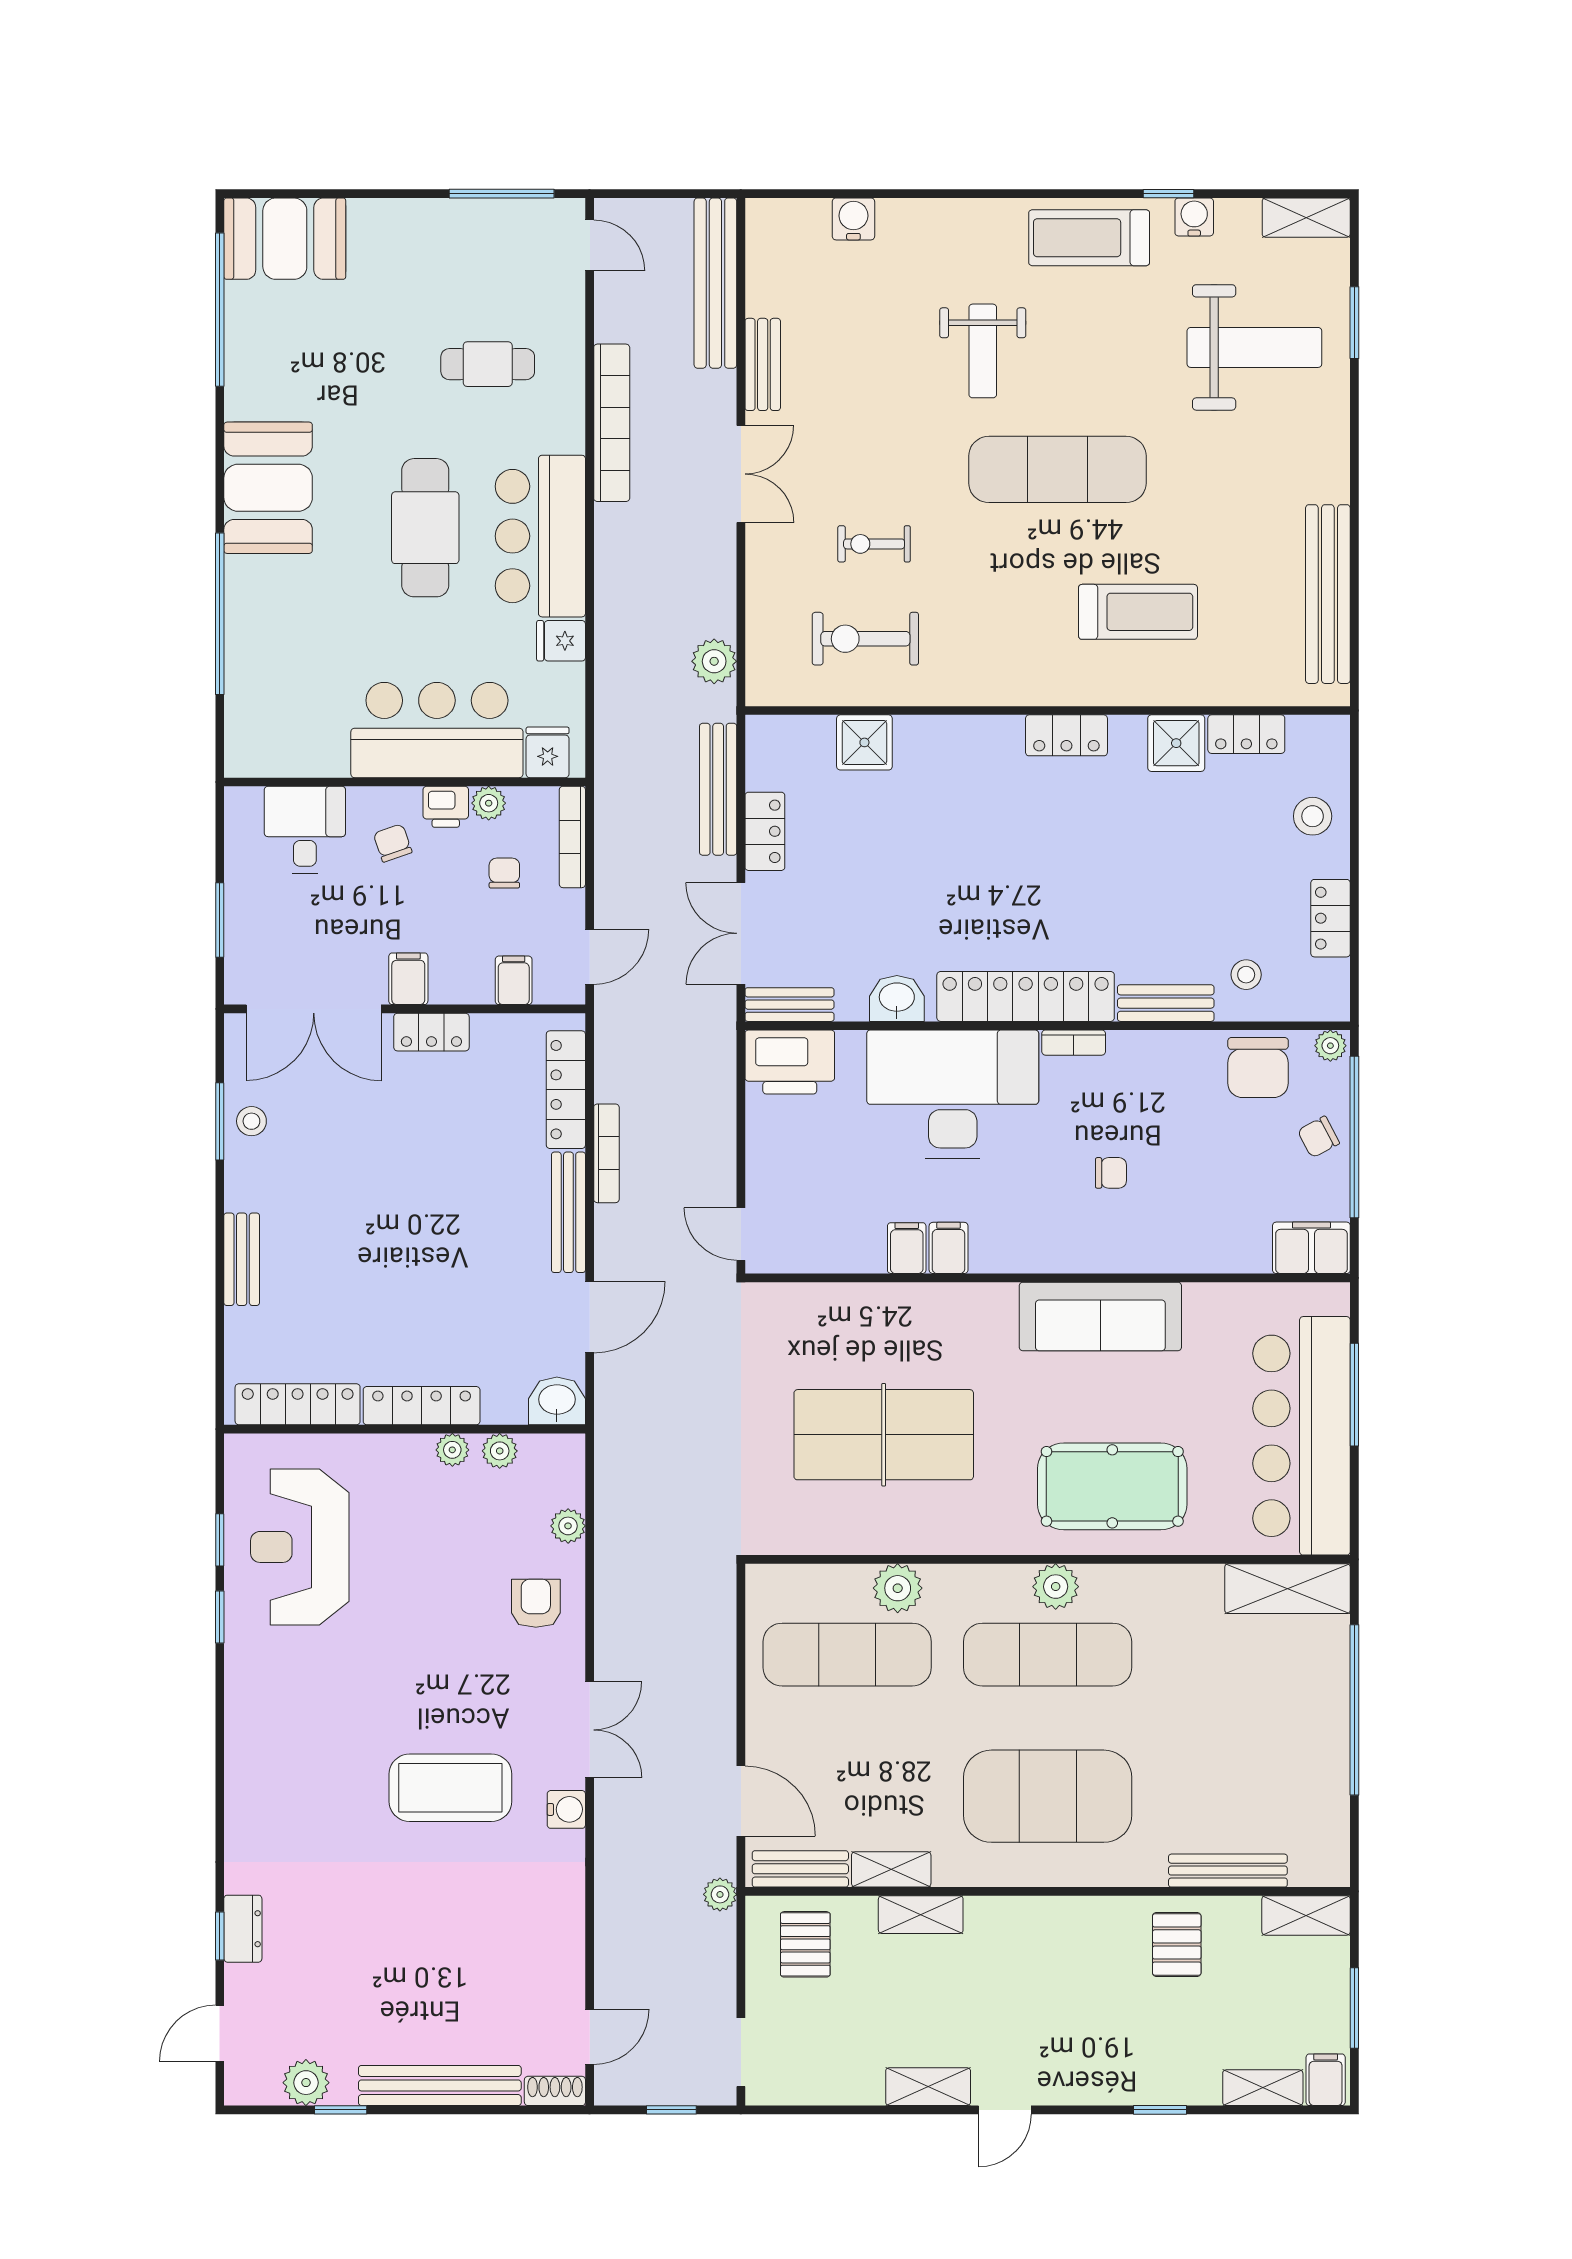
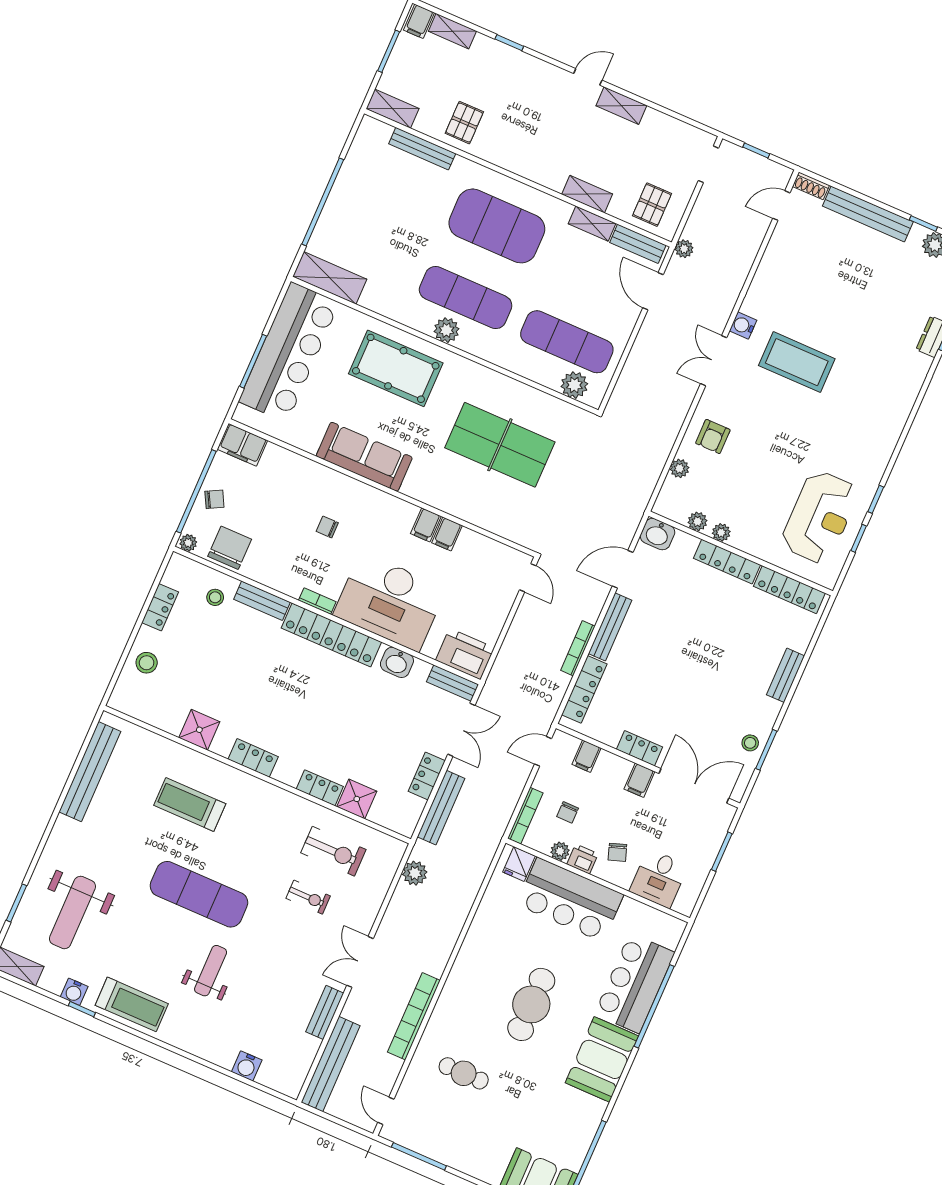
weight bench: (1254, 347) -> (72, 912), turned -90
bar counter: (540, 536) -> (635, 983), moved, turned 180
fridge: (561, 641) -> (488, 917), removed
locker: (1246, 734) -> (320, 788), moved
plant: (898, 1588) -> (574, 385), moved

